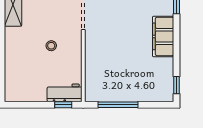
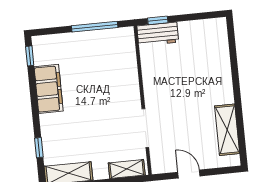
filing cabinet: (163, 36) -> (49, 89), moved
stool: (51, 46) -> (178, 87), removed

